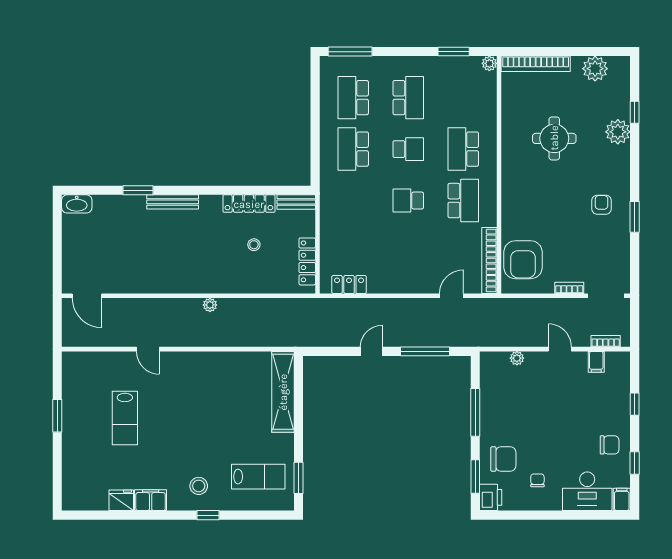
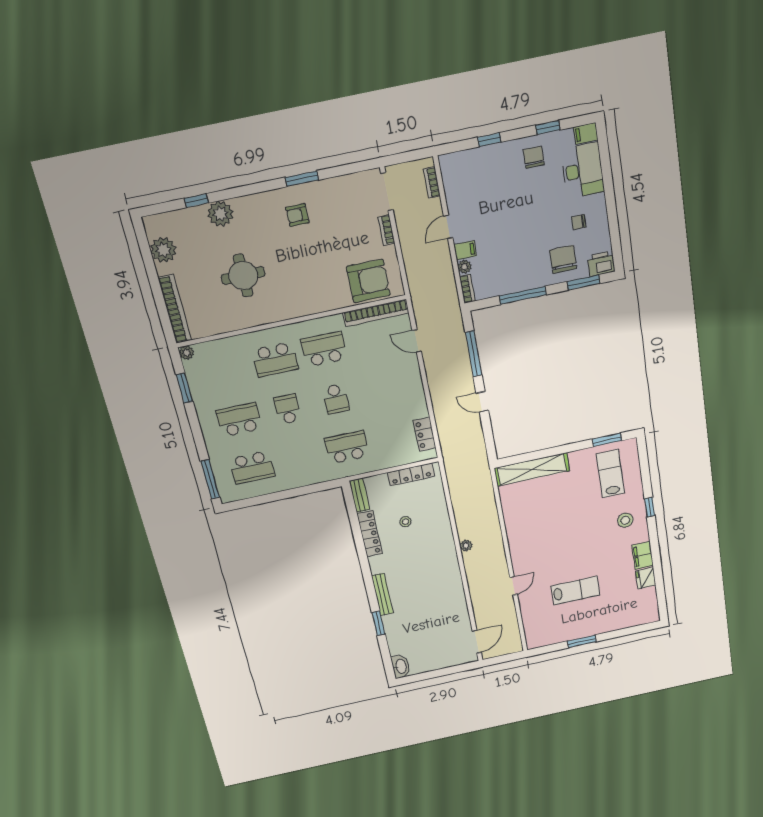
school desk: (353, 149) -> (347, 447), moved, turned 180
bookcase: (494, 357) -> (467, 289), added
filing cabinet: (596, 362) -> (465, 250), moved

